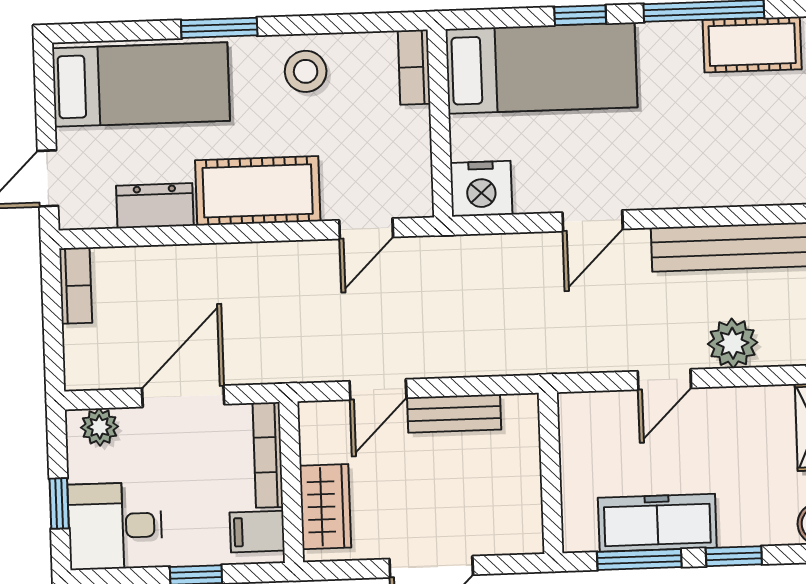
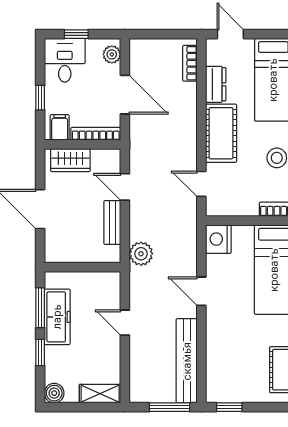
bookcase: (76, 286) -> (190, 63), moved, turned 90
plant: (733, 343) -> (141, 254), moved

